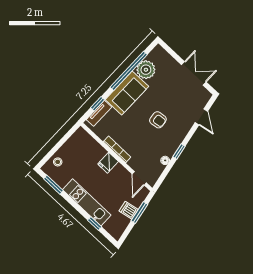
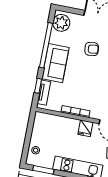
plant: (146, 70) -> (61, 23), moved
armchair: (158, 120) -> (92, 49), moved
fridge: (108, 163) -> (85, 128), moved

